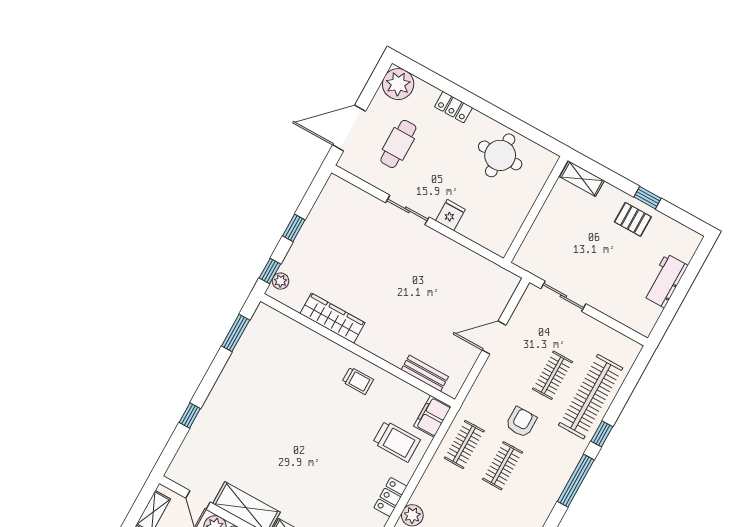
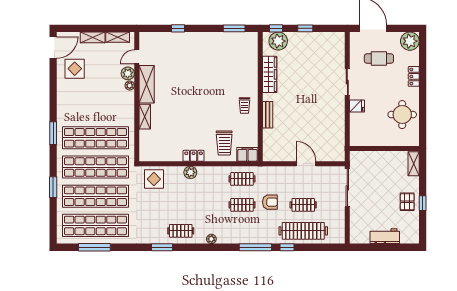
plant: (281, 281) -> (278, 41), width x1.88, depth x1.88
sliding door: (563, 296) -> (347, 188), width x1.37
bench: (425, 373) -> (268, 115), moved

